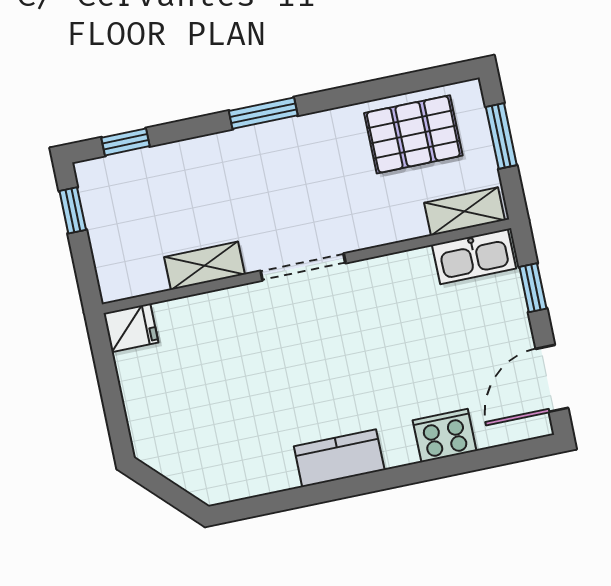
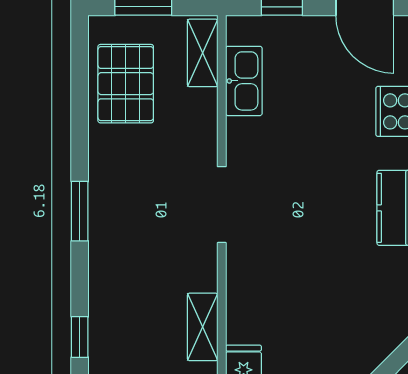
kitchen sink: (474, 257) -> (244, 81), moved
shelving: (205, 266) -> (203, 327), moved

